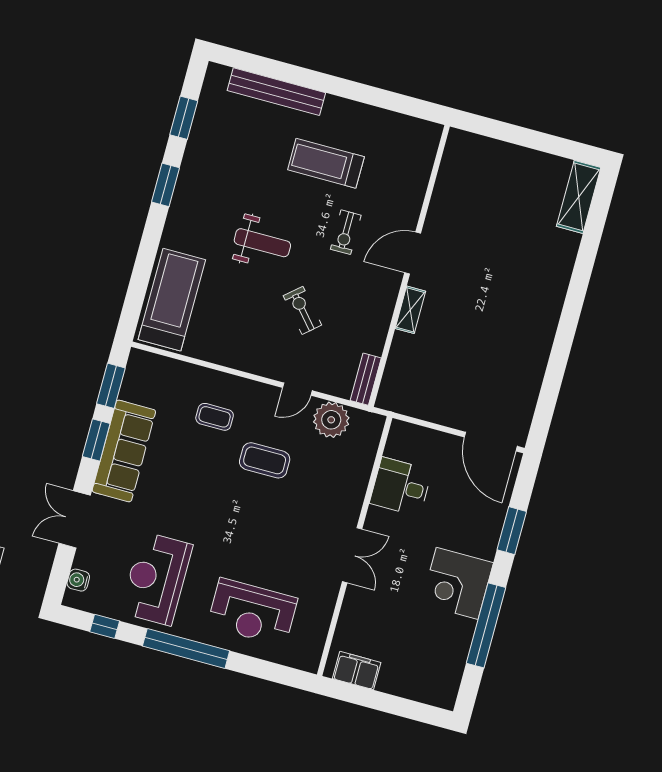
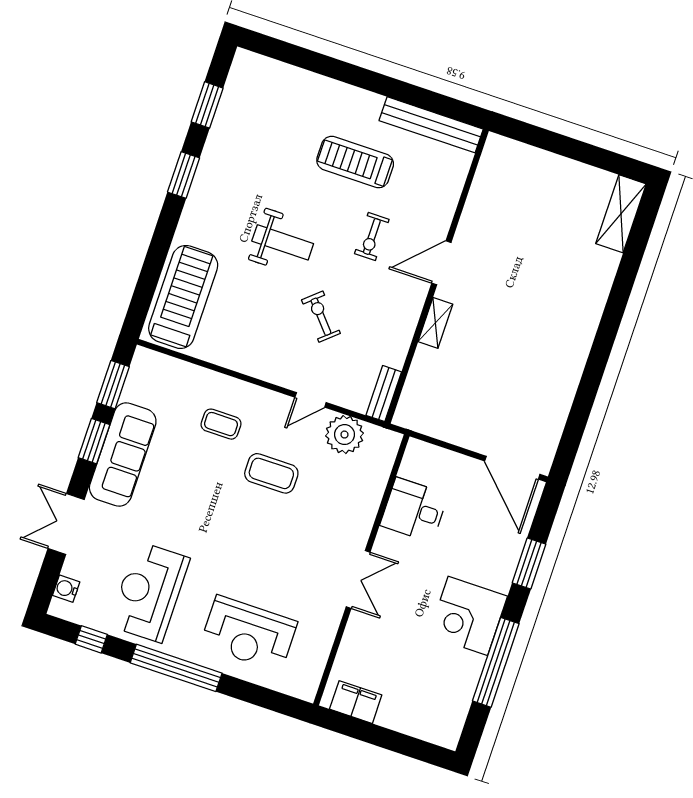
bench: (276, 92) -> (431, 125), moved

